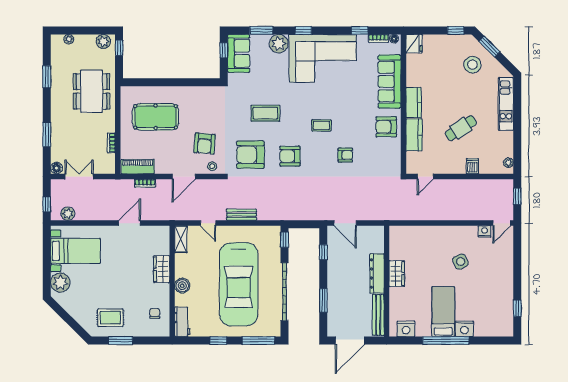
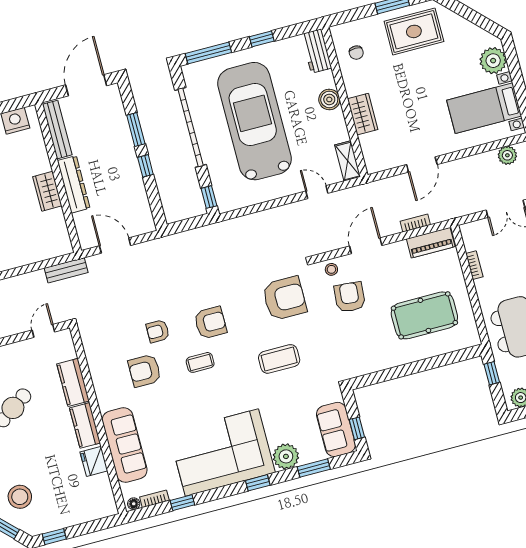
fridge: (414, 44) -> (94, 461), moved
window: (119, 48) -> (492, 373), moved
armchair: (386, 127) -> (145, 371), moved, turned 180
armchair: (290, 156) -> (210, 323), moved
bench: (242, 215) -> (66, 270), moved
door: (345, 223) -> (115, 246), moved
window: (323, 252) -> (145, 166), moved
rug: (110, 318) -> (414, 31), width x1.36, depth x1.43

